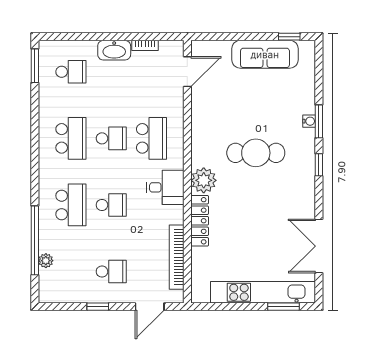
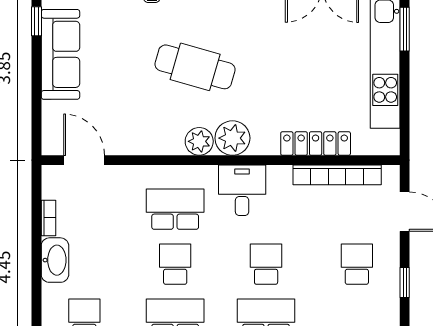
cafe table: (256, 153) -> (195, 67), turned -74
plant: (201, 156) -> (199, 141), added
locker: (200, 221) -> (316, 143), moved

